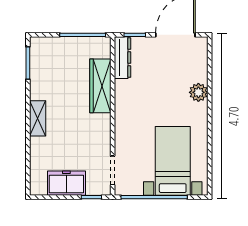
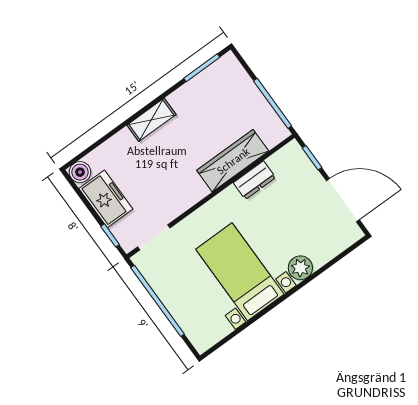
dresser: (123, 58) -> (254, 180), moved, width x0.70
bed with nightstands: (173, 161) -> (240, 272), moved, turned -90
boiler: (38, 187) -> (80, 172), added

